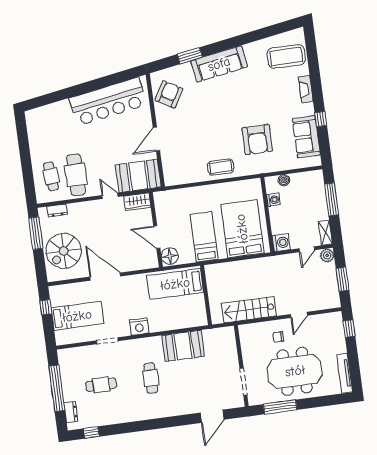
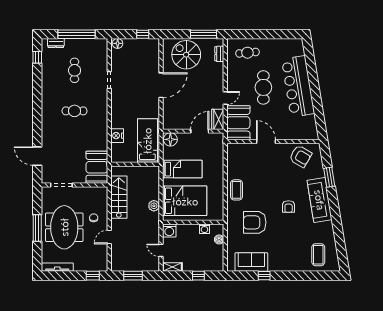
coffee table: (286, 56) -> (318, 255), width x0.73, depth x0.76
fireplace: (306, 89) -> (290, 267), removed
armchair: (232, 101) -> (289, 207), added
bar counter: (108, 102) -> (298, 86), moved
cafe table: (76, 175) -> (263, 87), moved, turned 90
window: (332, 199) -> (198, 276), width x0.46
door: (157, 237) -> (200, 131), moved
plant: (327, 255) -> (154, 206), moved
door: (299, 315) -> (109, 237), hinge flipped
bed: (77, 316) -> (133, 59), removed
nightstand: (139, 327) -> (117, 136), moved
floor lamp: (61, 337) -> (118, 43), added
booth: (183, 346) -> (97, 167), moved
window: (280, 407) -> (37, 228), moved

